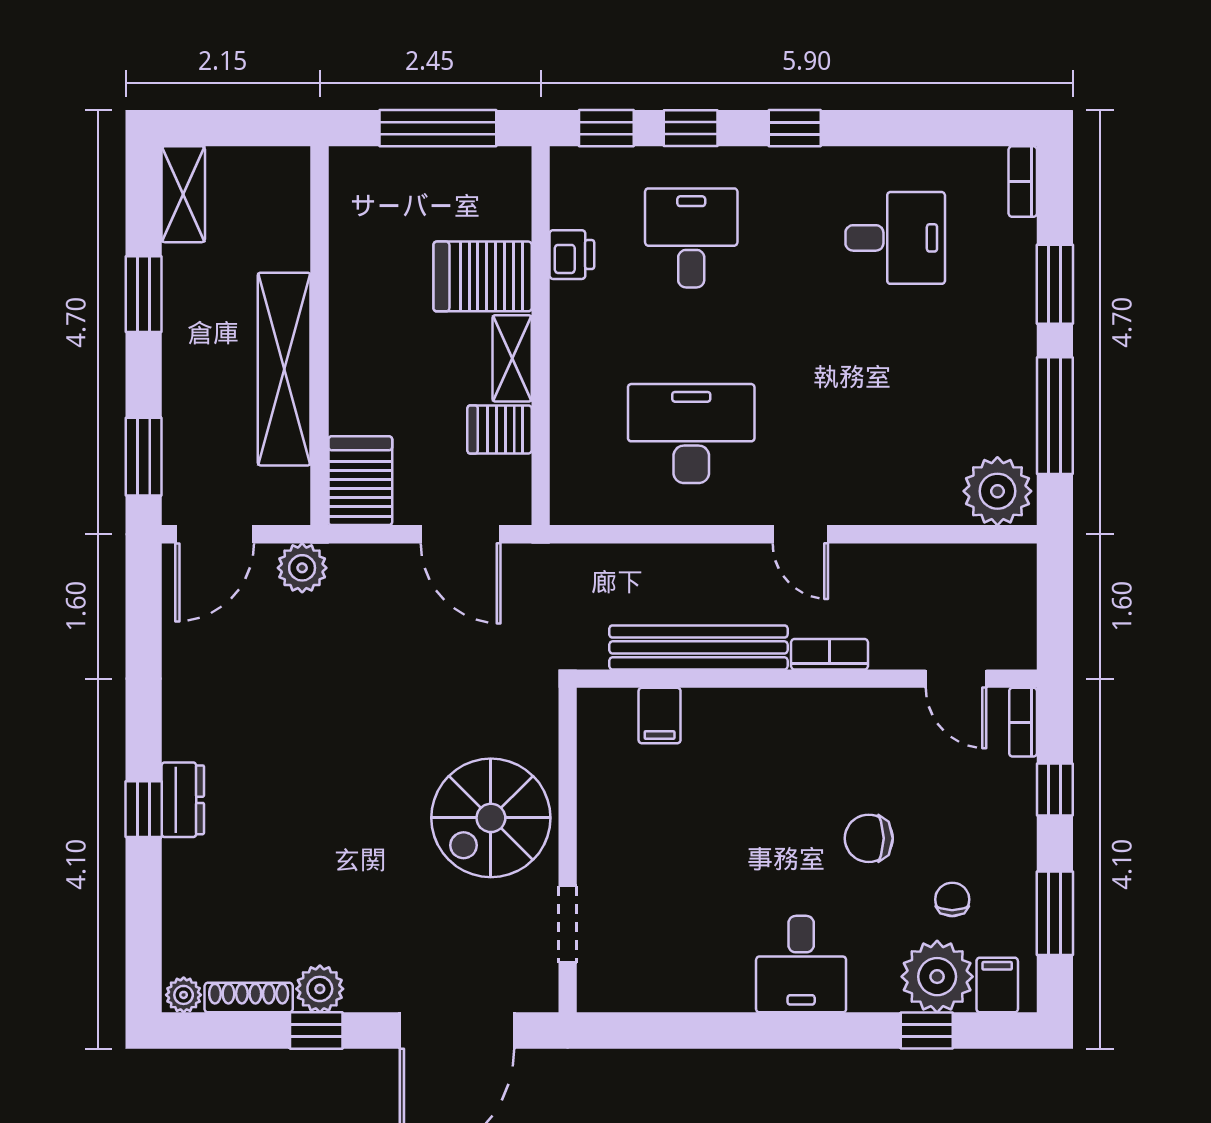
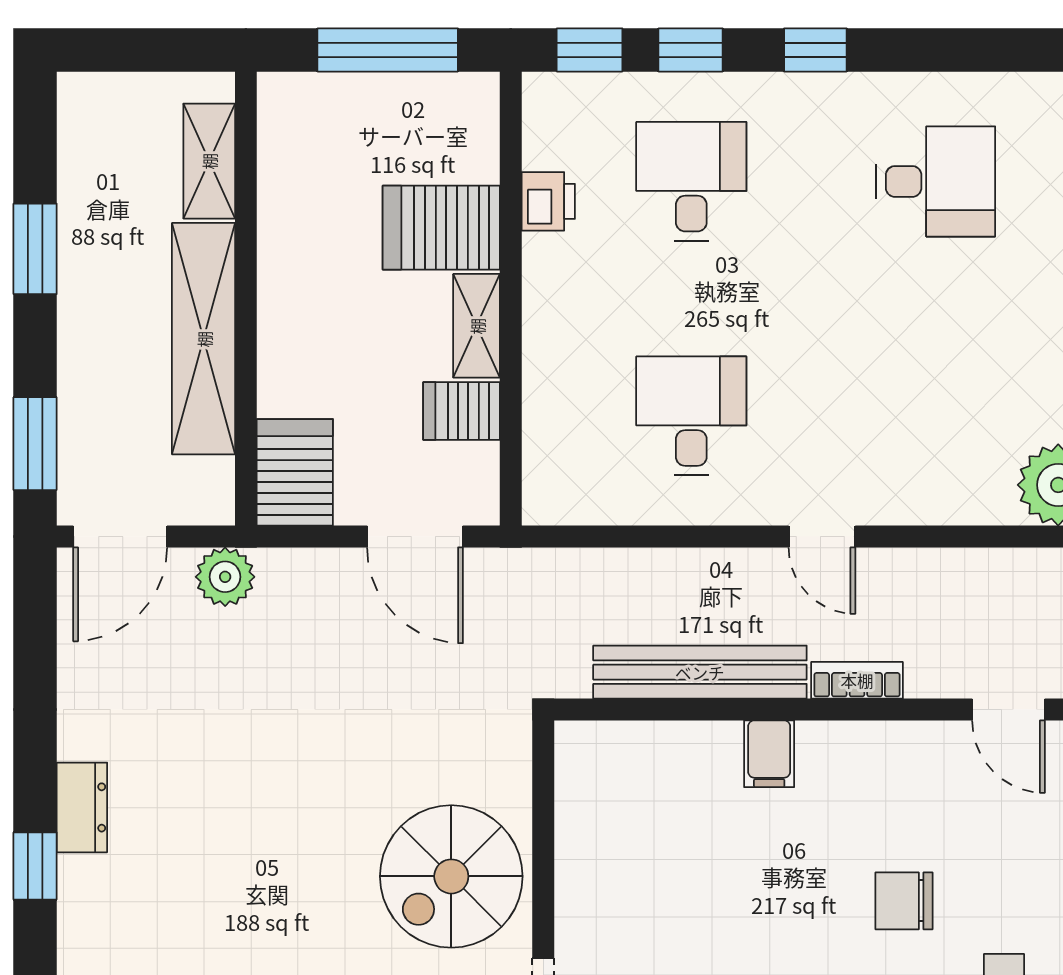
shelving: (183, 194) -> (209, 161), moved
desk: (691, 434) -> (691, 416), width x0.73
filing cabinet: (660, 716) -> (769, 754), moved
dresser: (183, 800) -> (82, 807), moved

